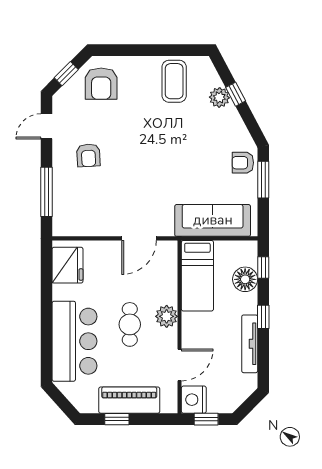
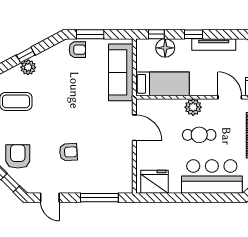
armchair: (101, 84) -> (18, 156), turned -90
armchair: (88, 155) -> (68, 152), moved
armchair: (243, 163) -> (77, 50), turned -90

